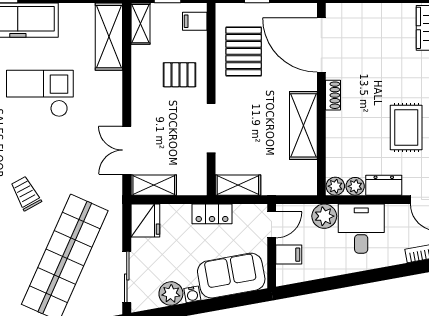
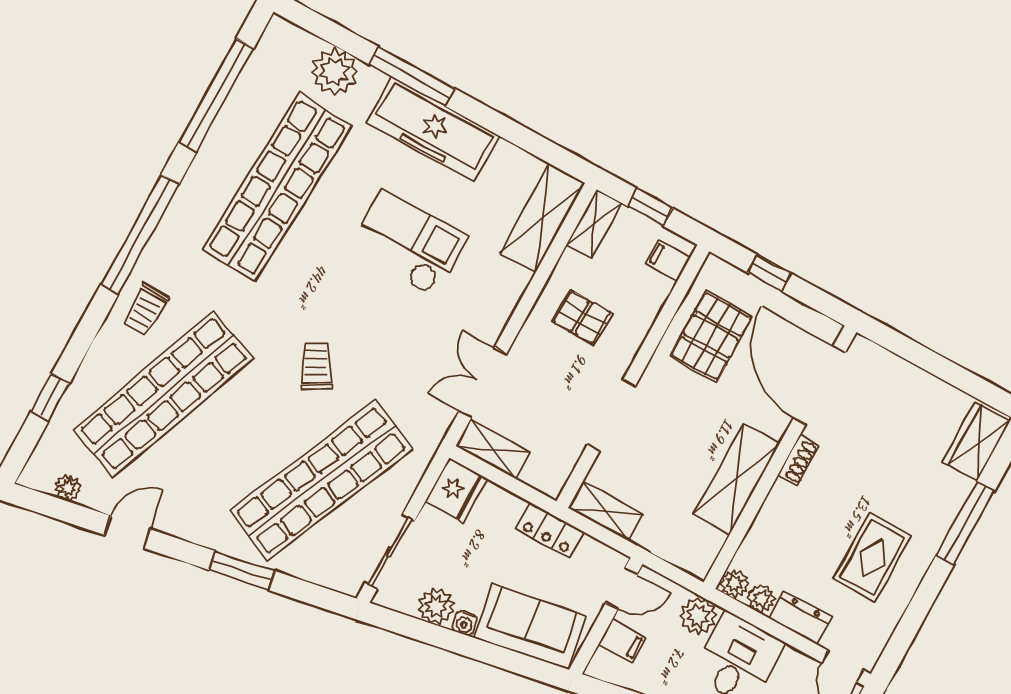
pallet: (179, 75) -> (582, 317), moved

